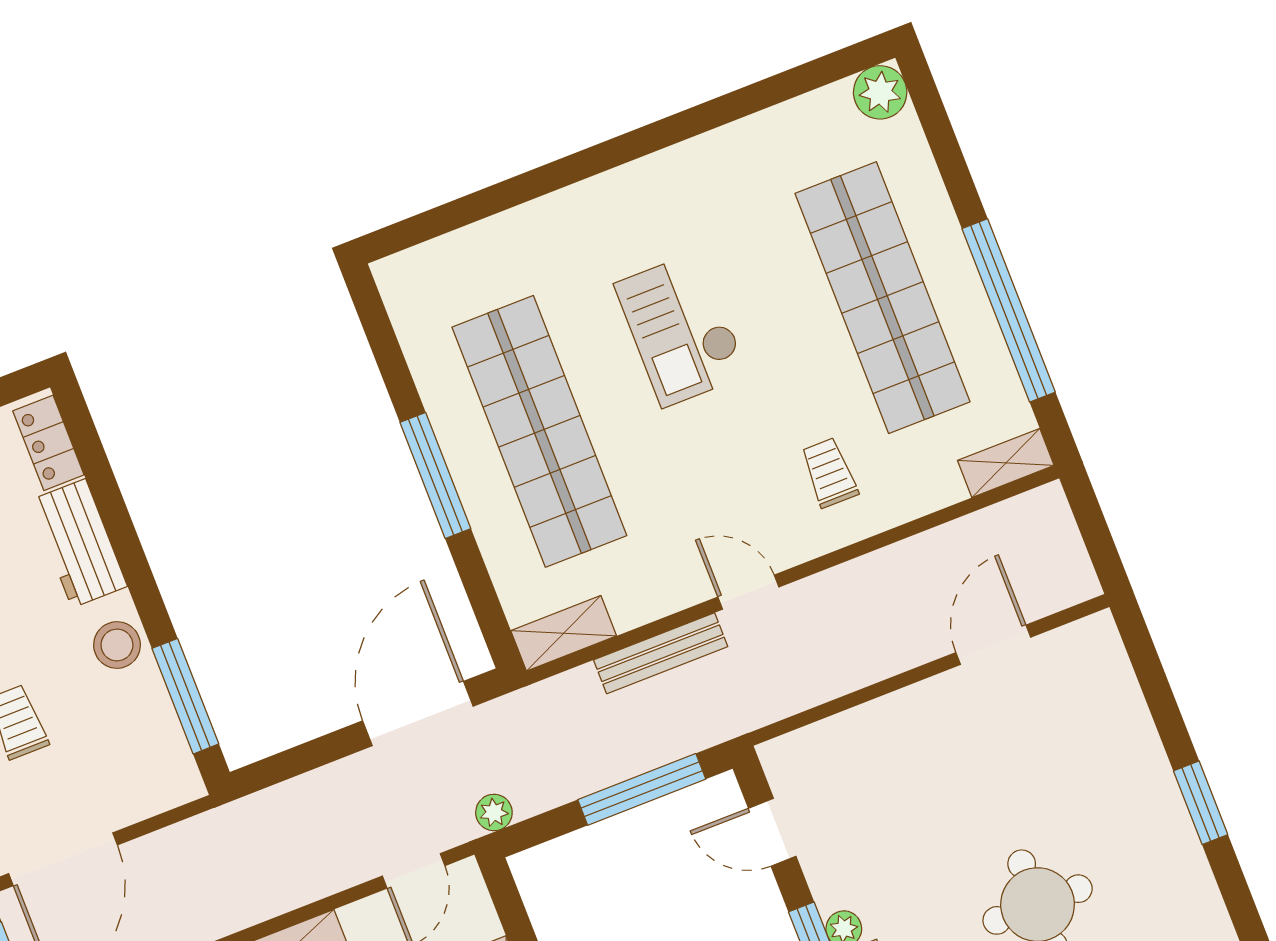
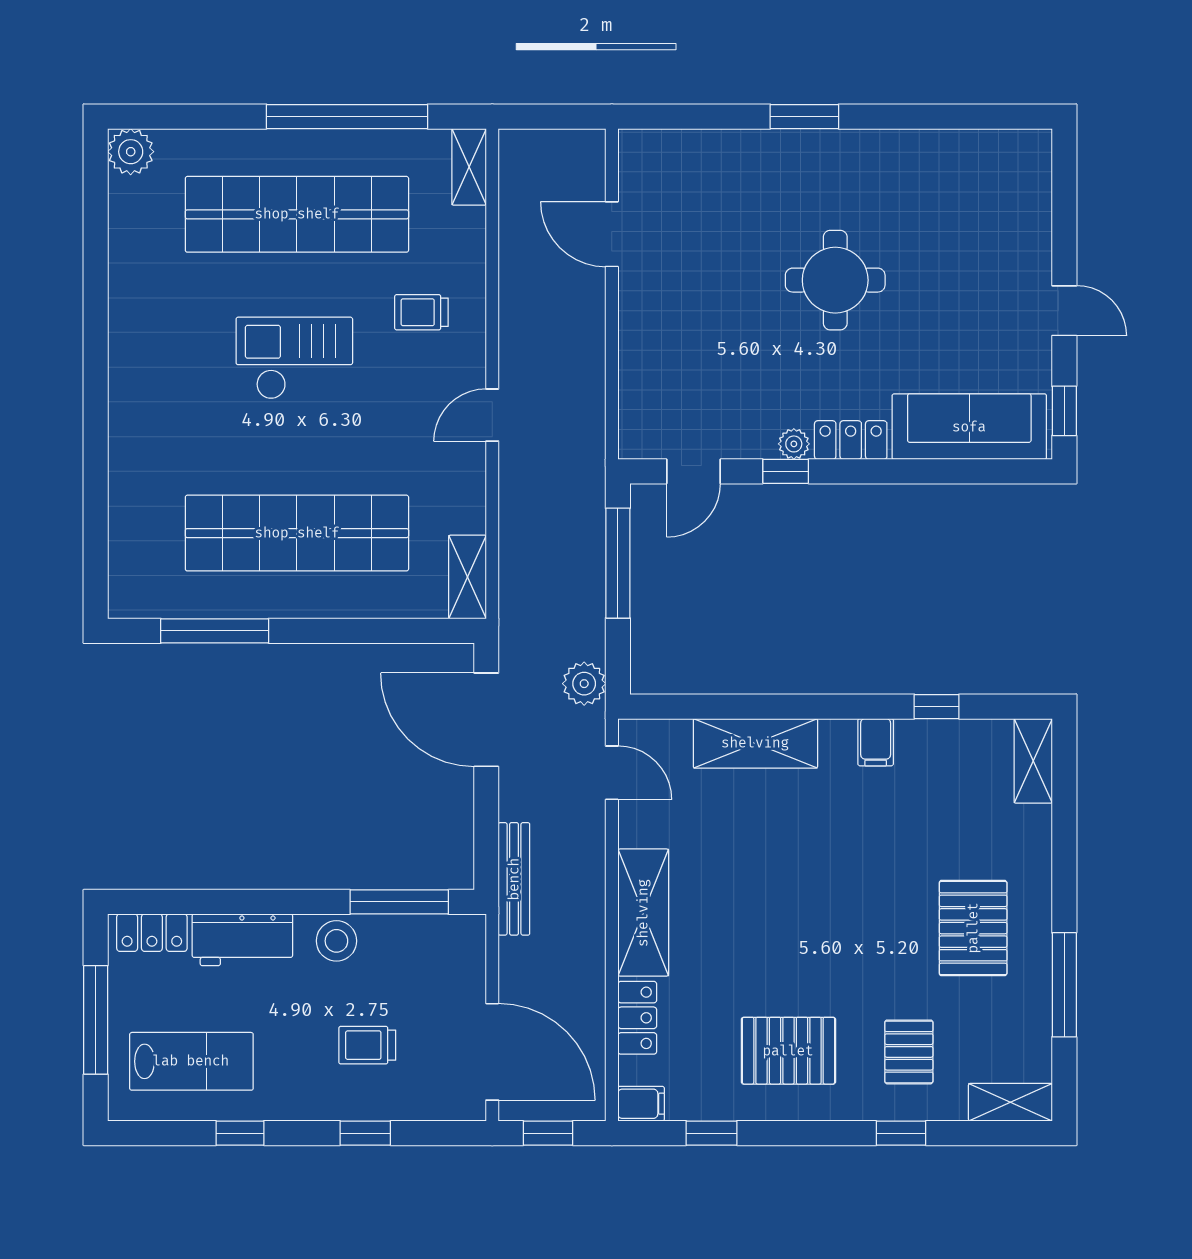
checkout: (681, 329) -> (294, 358), moved, turned 180
window: (435, 476) -> (215, 631), moved
bench: (661, 653) -> (514, 879), moved
plant: (494, 813) -> (584, 684), width x1.38, depth x1.38

